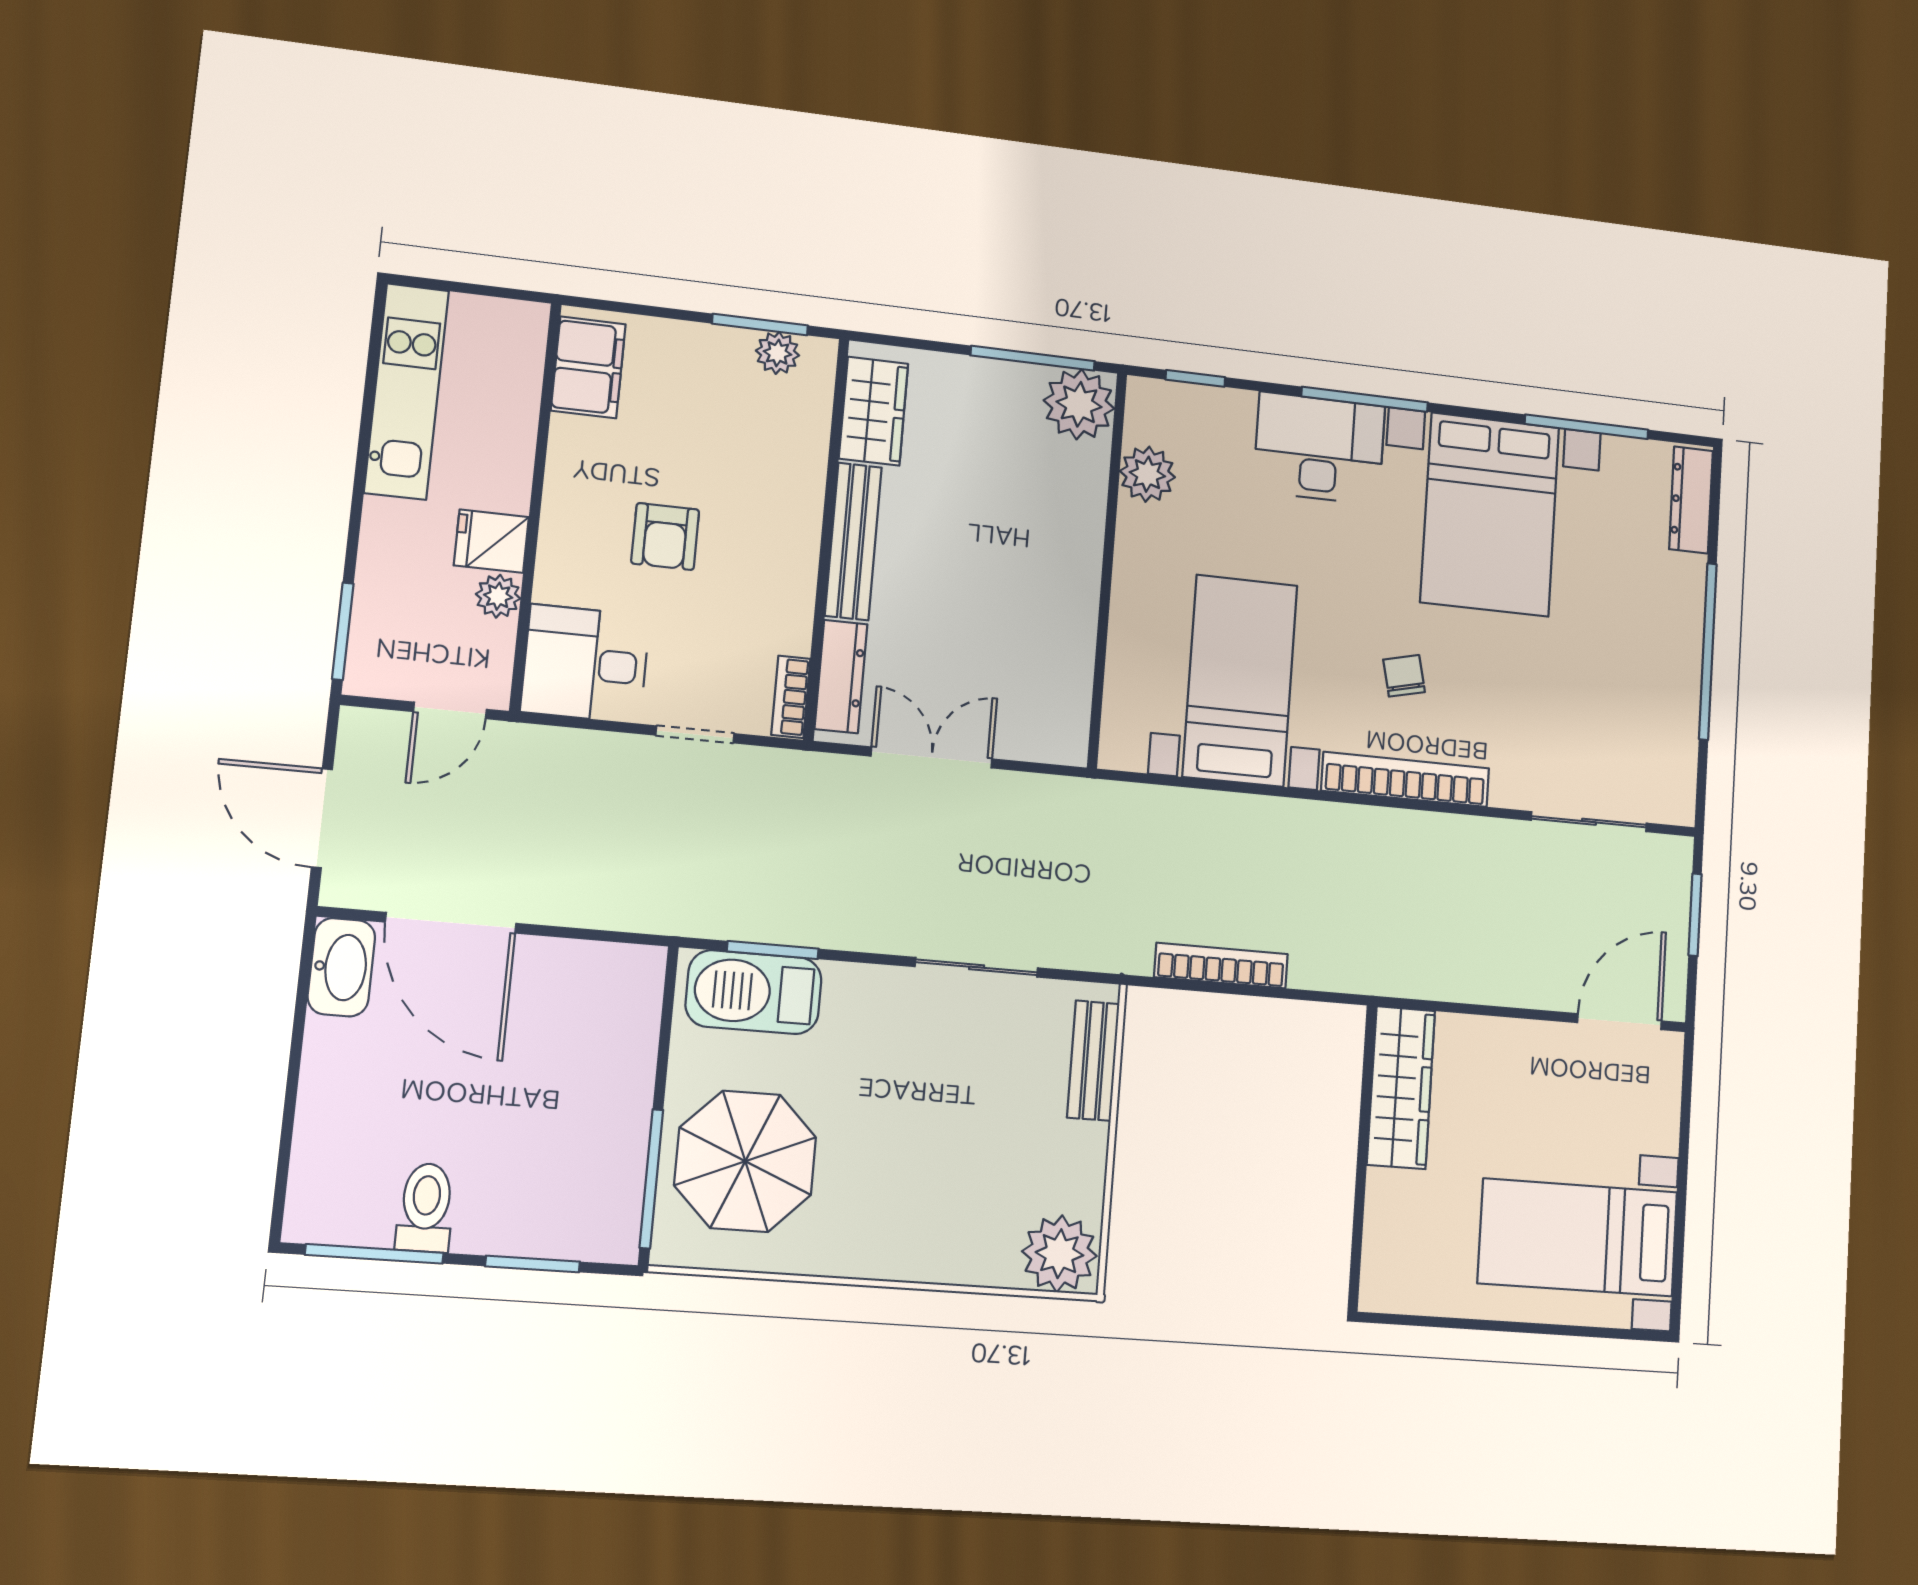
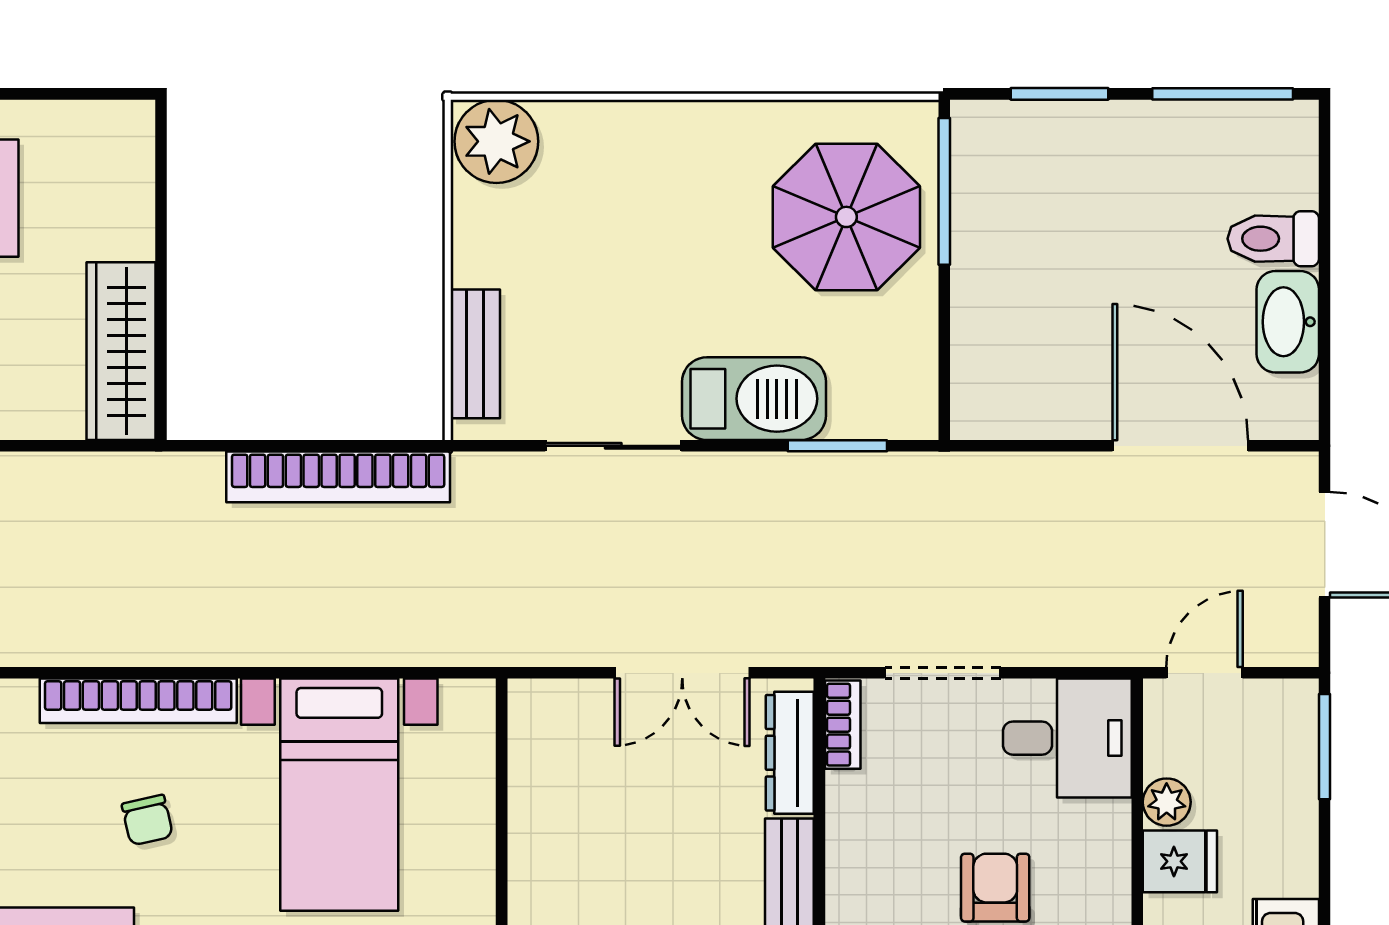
doorway: (695, 734) -> (943, 673), width x1.38
bookcase: (1221, 966) -> (338, 477), width x1.48, depth x1.31
washbasin: (341, 967) -> (1288, 322), moved
barbecue: (754, 992) -> (754, 399), moved
toilet: (426, 1208) -> (1273, 239), moved, turned 90

